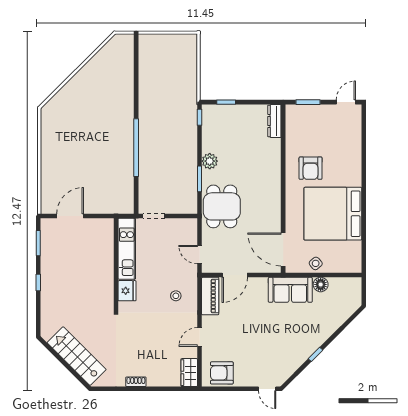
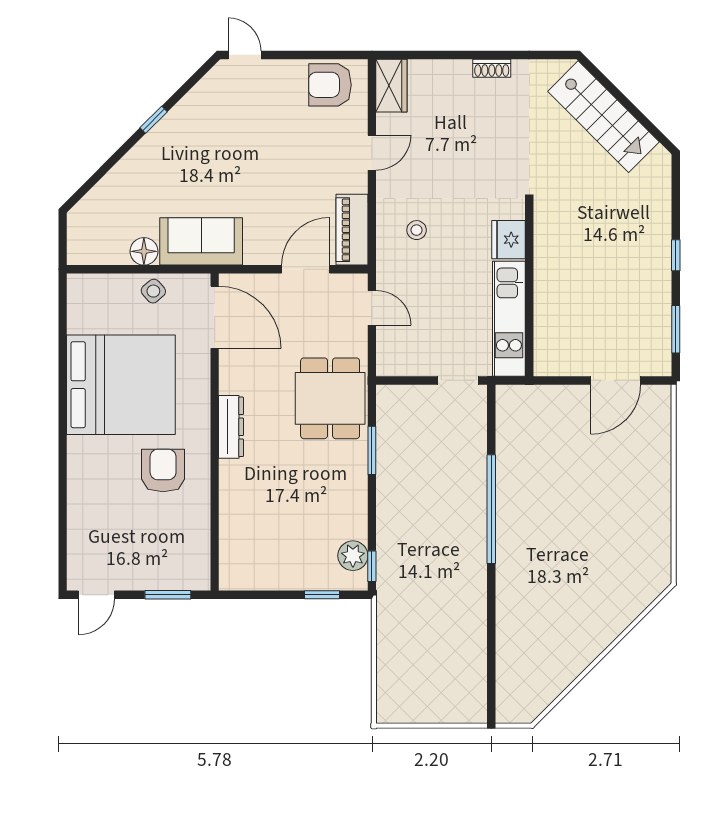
dresser: (274, 121) -> (231, 427), moved
plant: (210, 161) -> (353, 556), moved
armchair: (222, 373) -> (330, 85), turned 180

